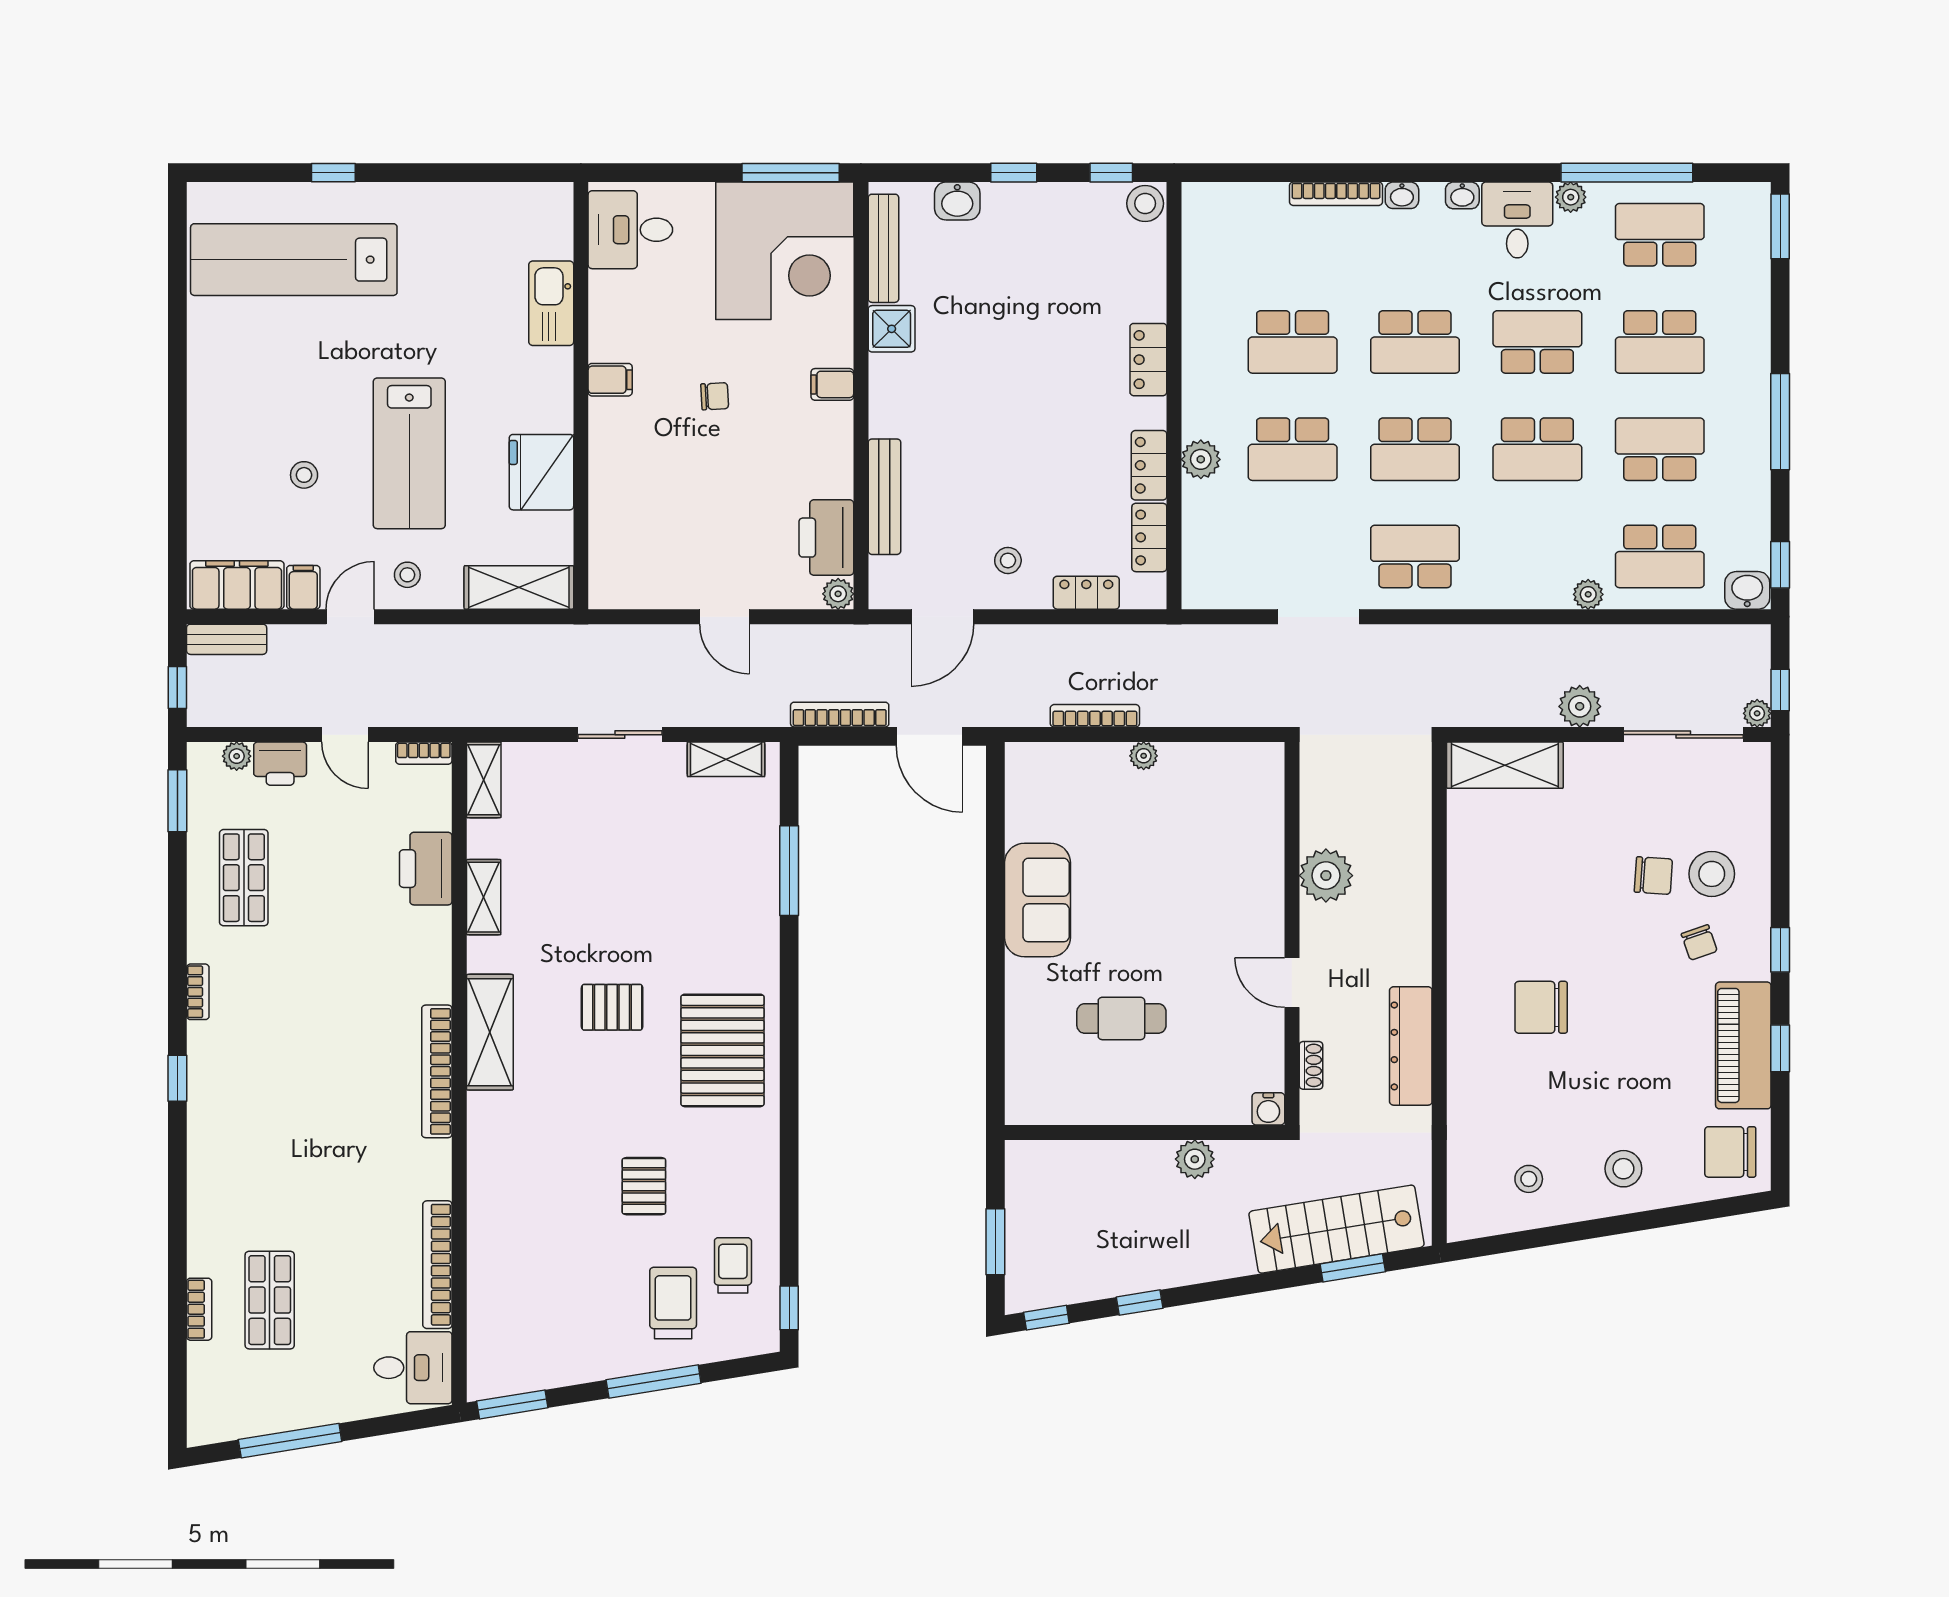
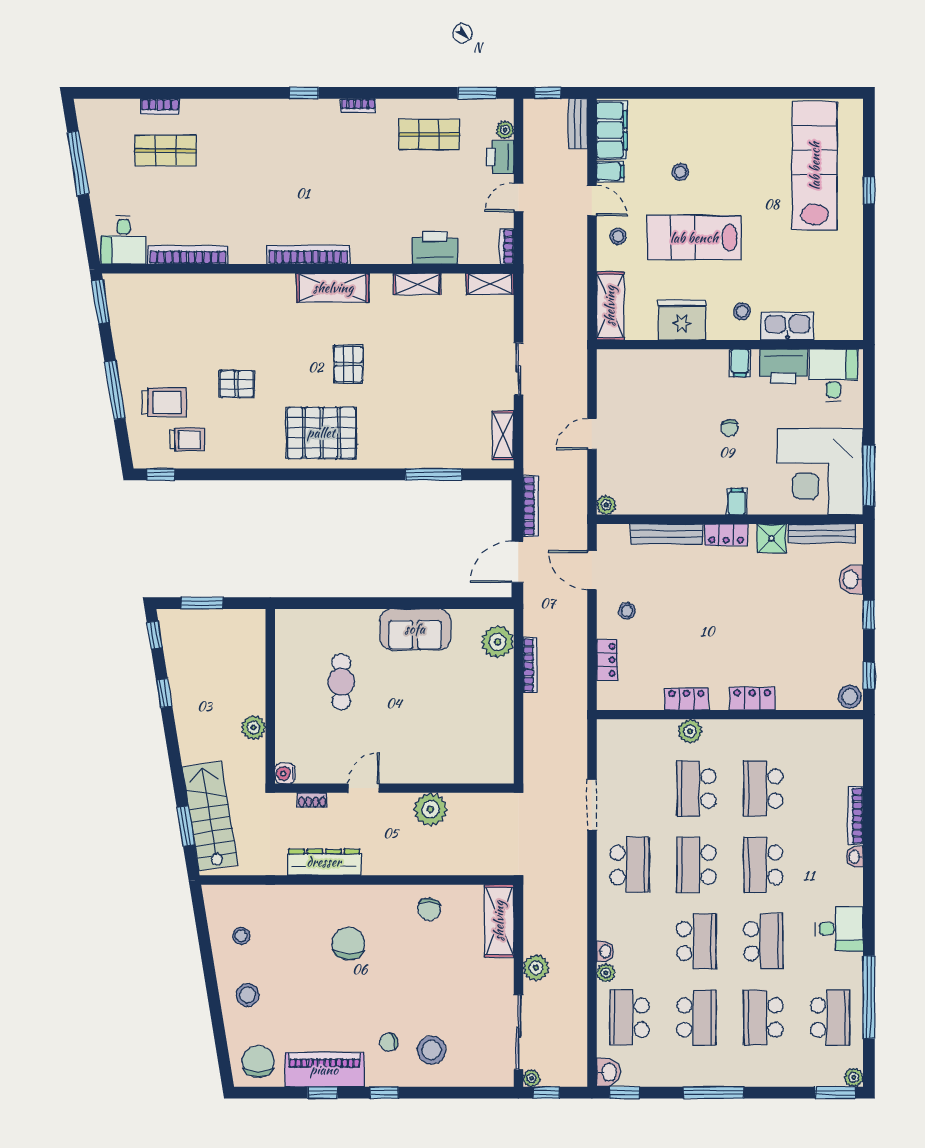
washbasin: (1462, 195) -> (605, 951), moved, turned 180
plant: (1571, 197) -> (854, 1077), moved
stool: (527, 376) -> (742, 311), added
school desk: (1537, 449) -> (696, 941), turned 180
locker: (1149, 537) -> (726, 535), moved, turned 180
printer: (826, 538) -> (783, 366), moved, turned 180
plant: (1144, 756) -> (498, 642), moved, width x1.88, depth x1.88
chair: (1653, 876) -> (429, 909), moved

